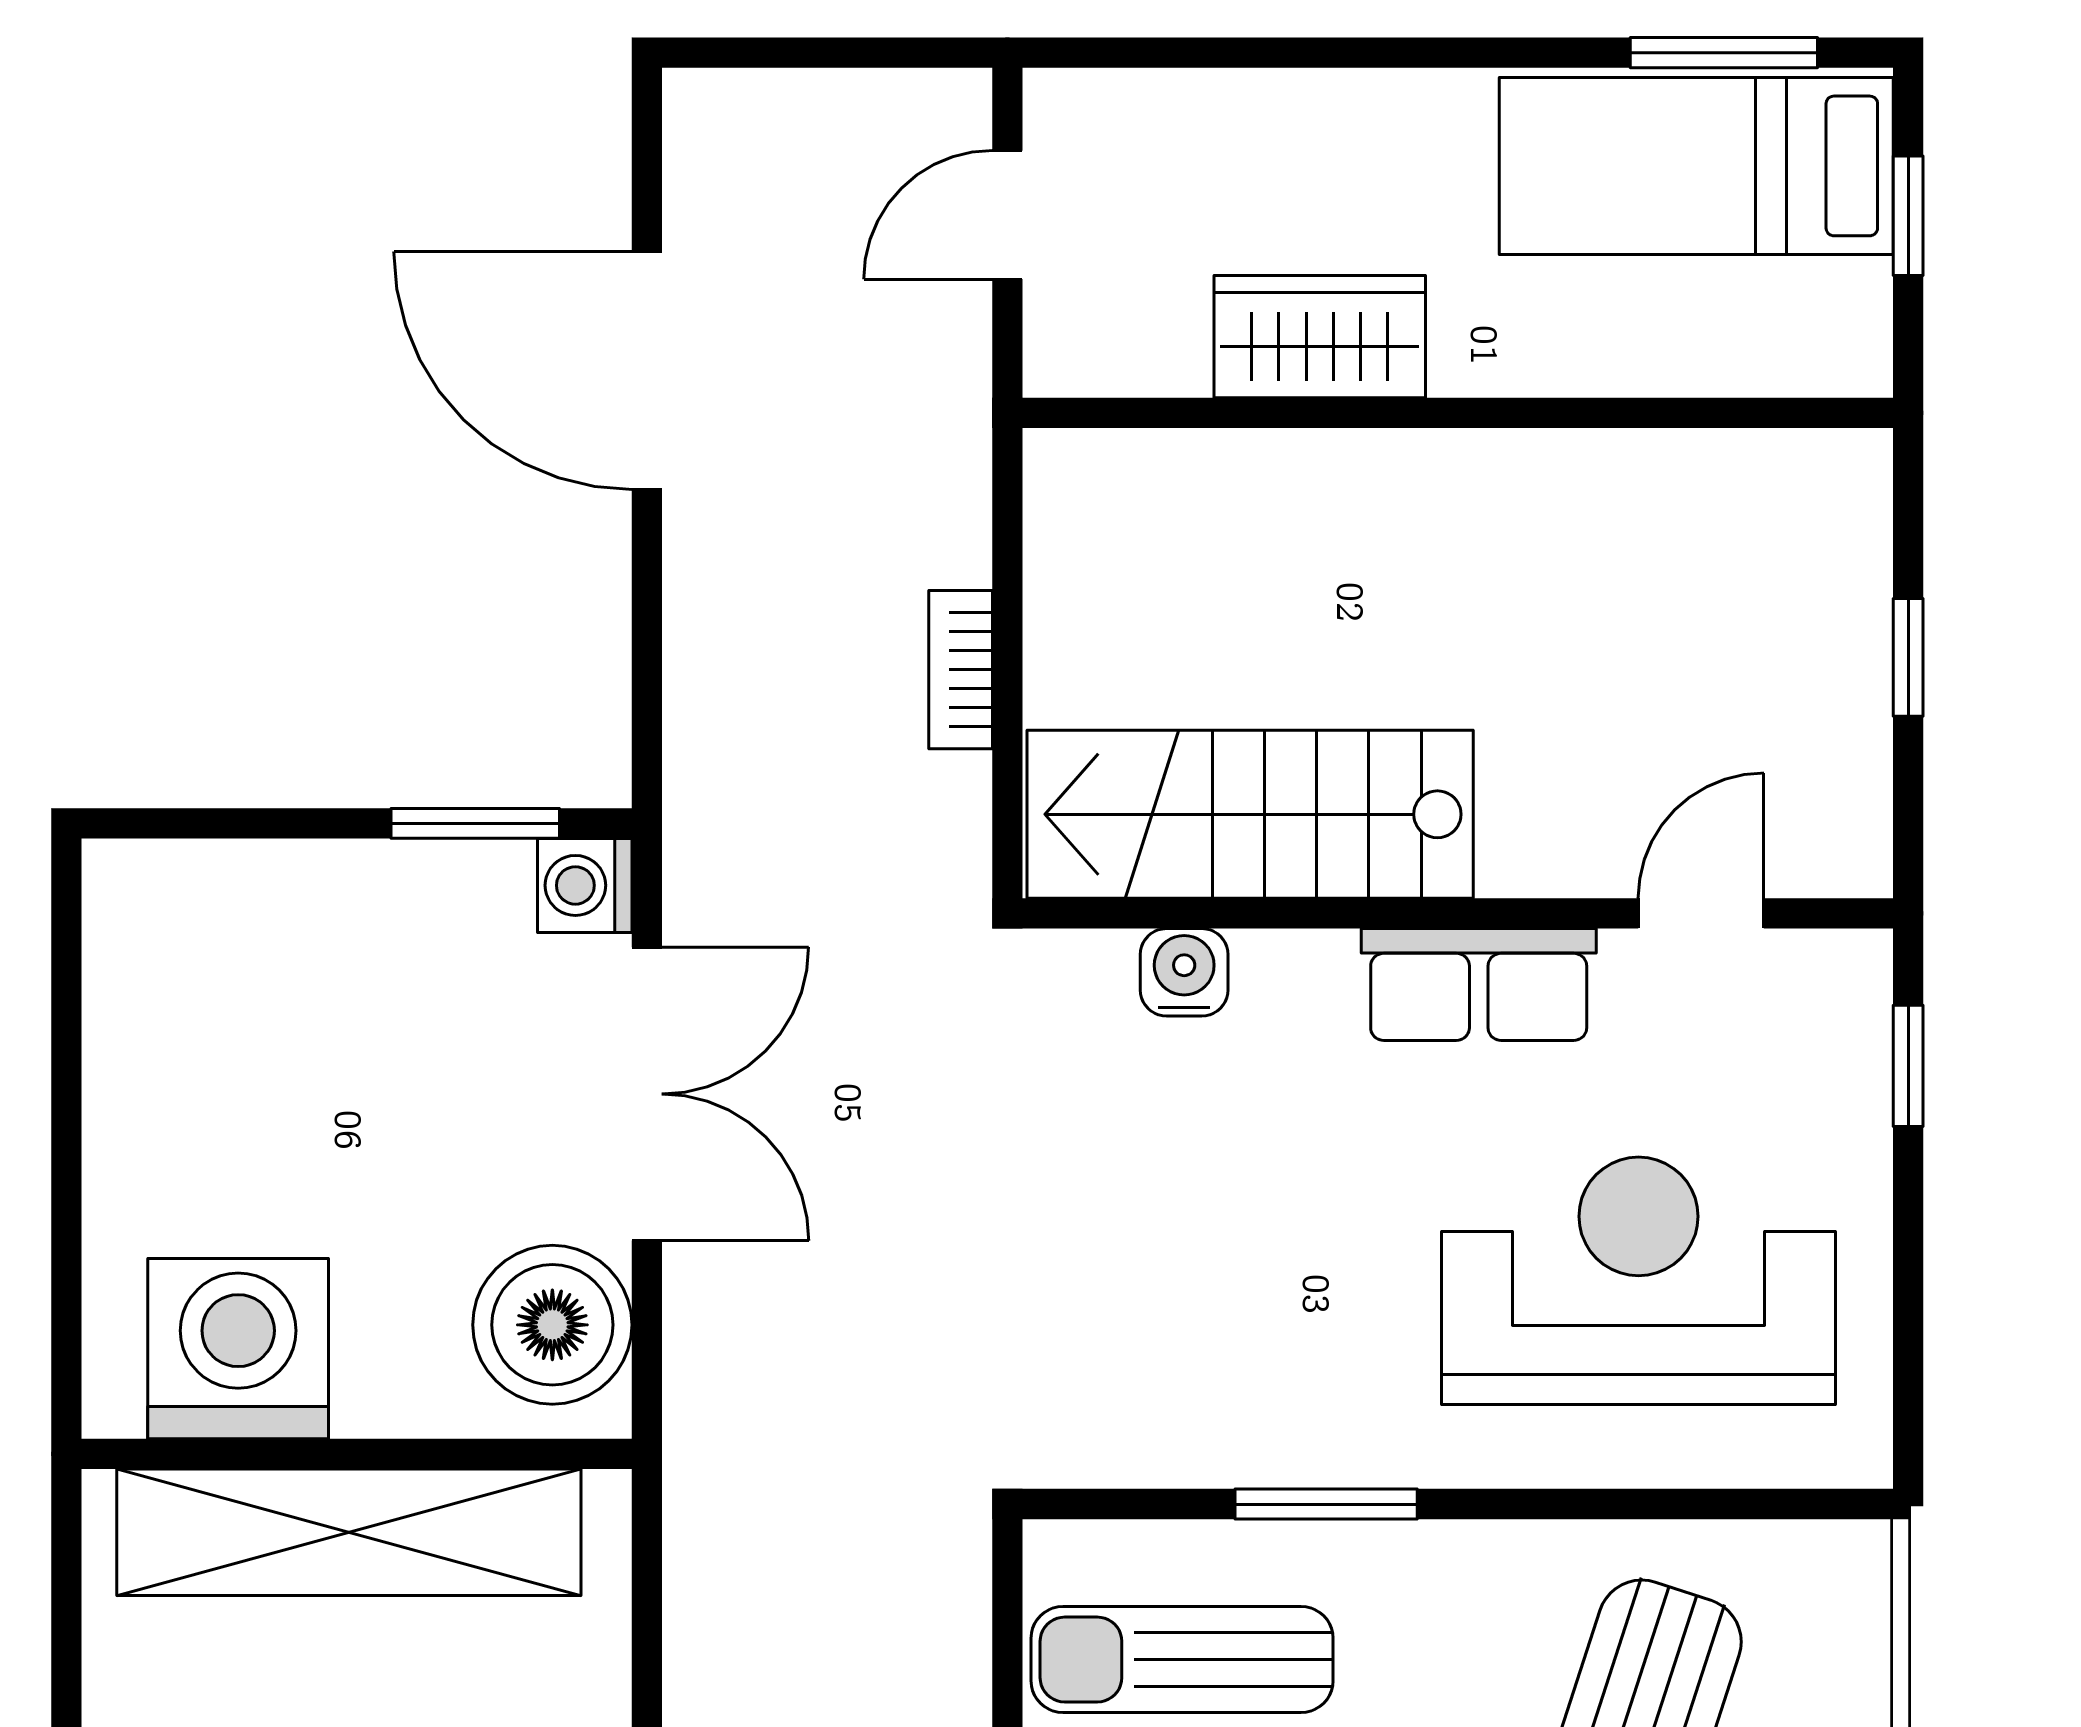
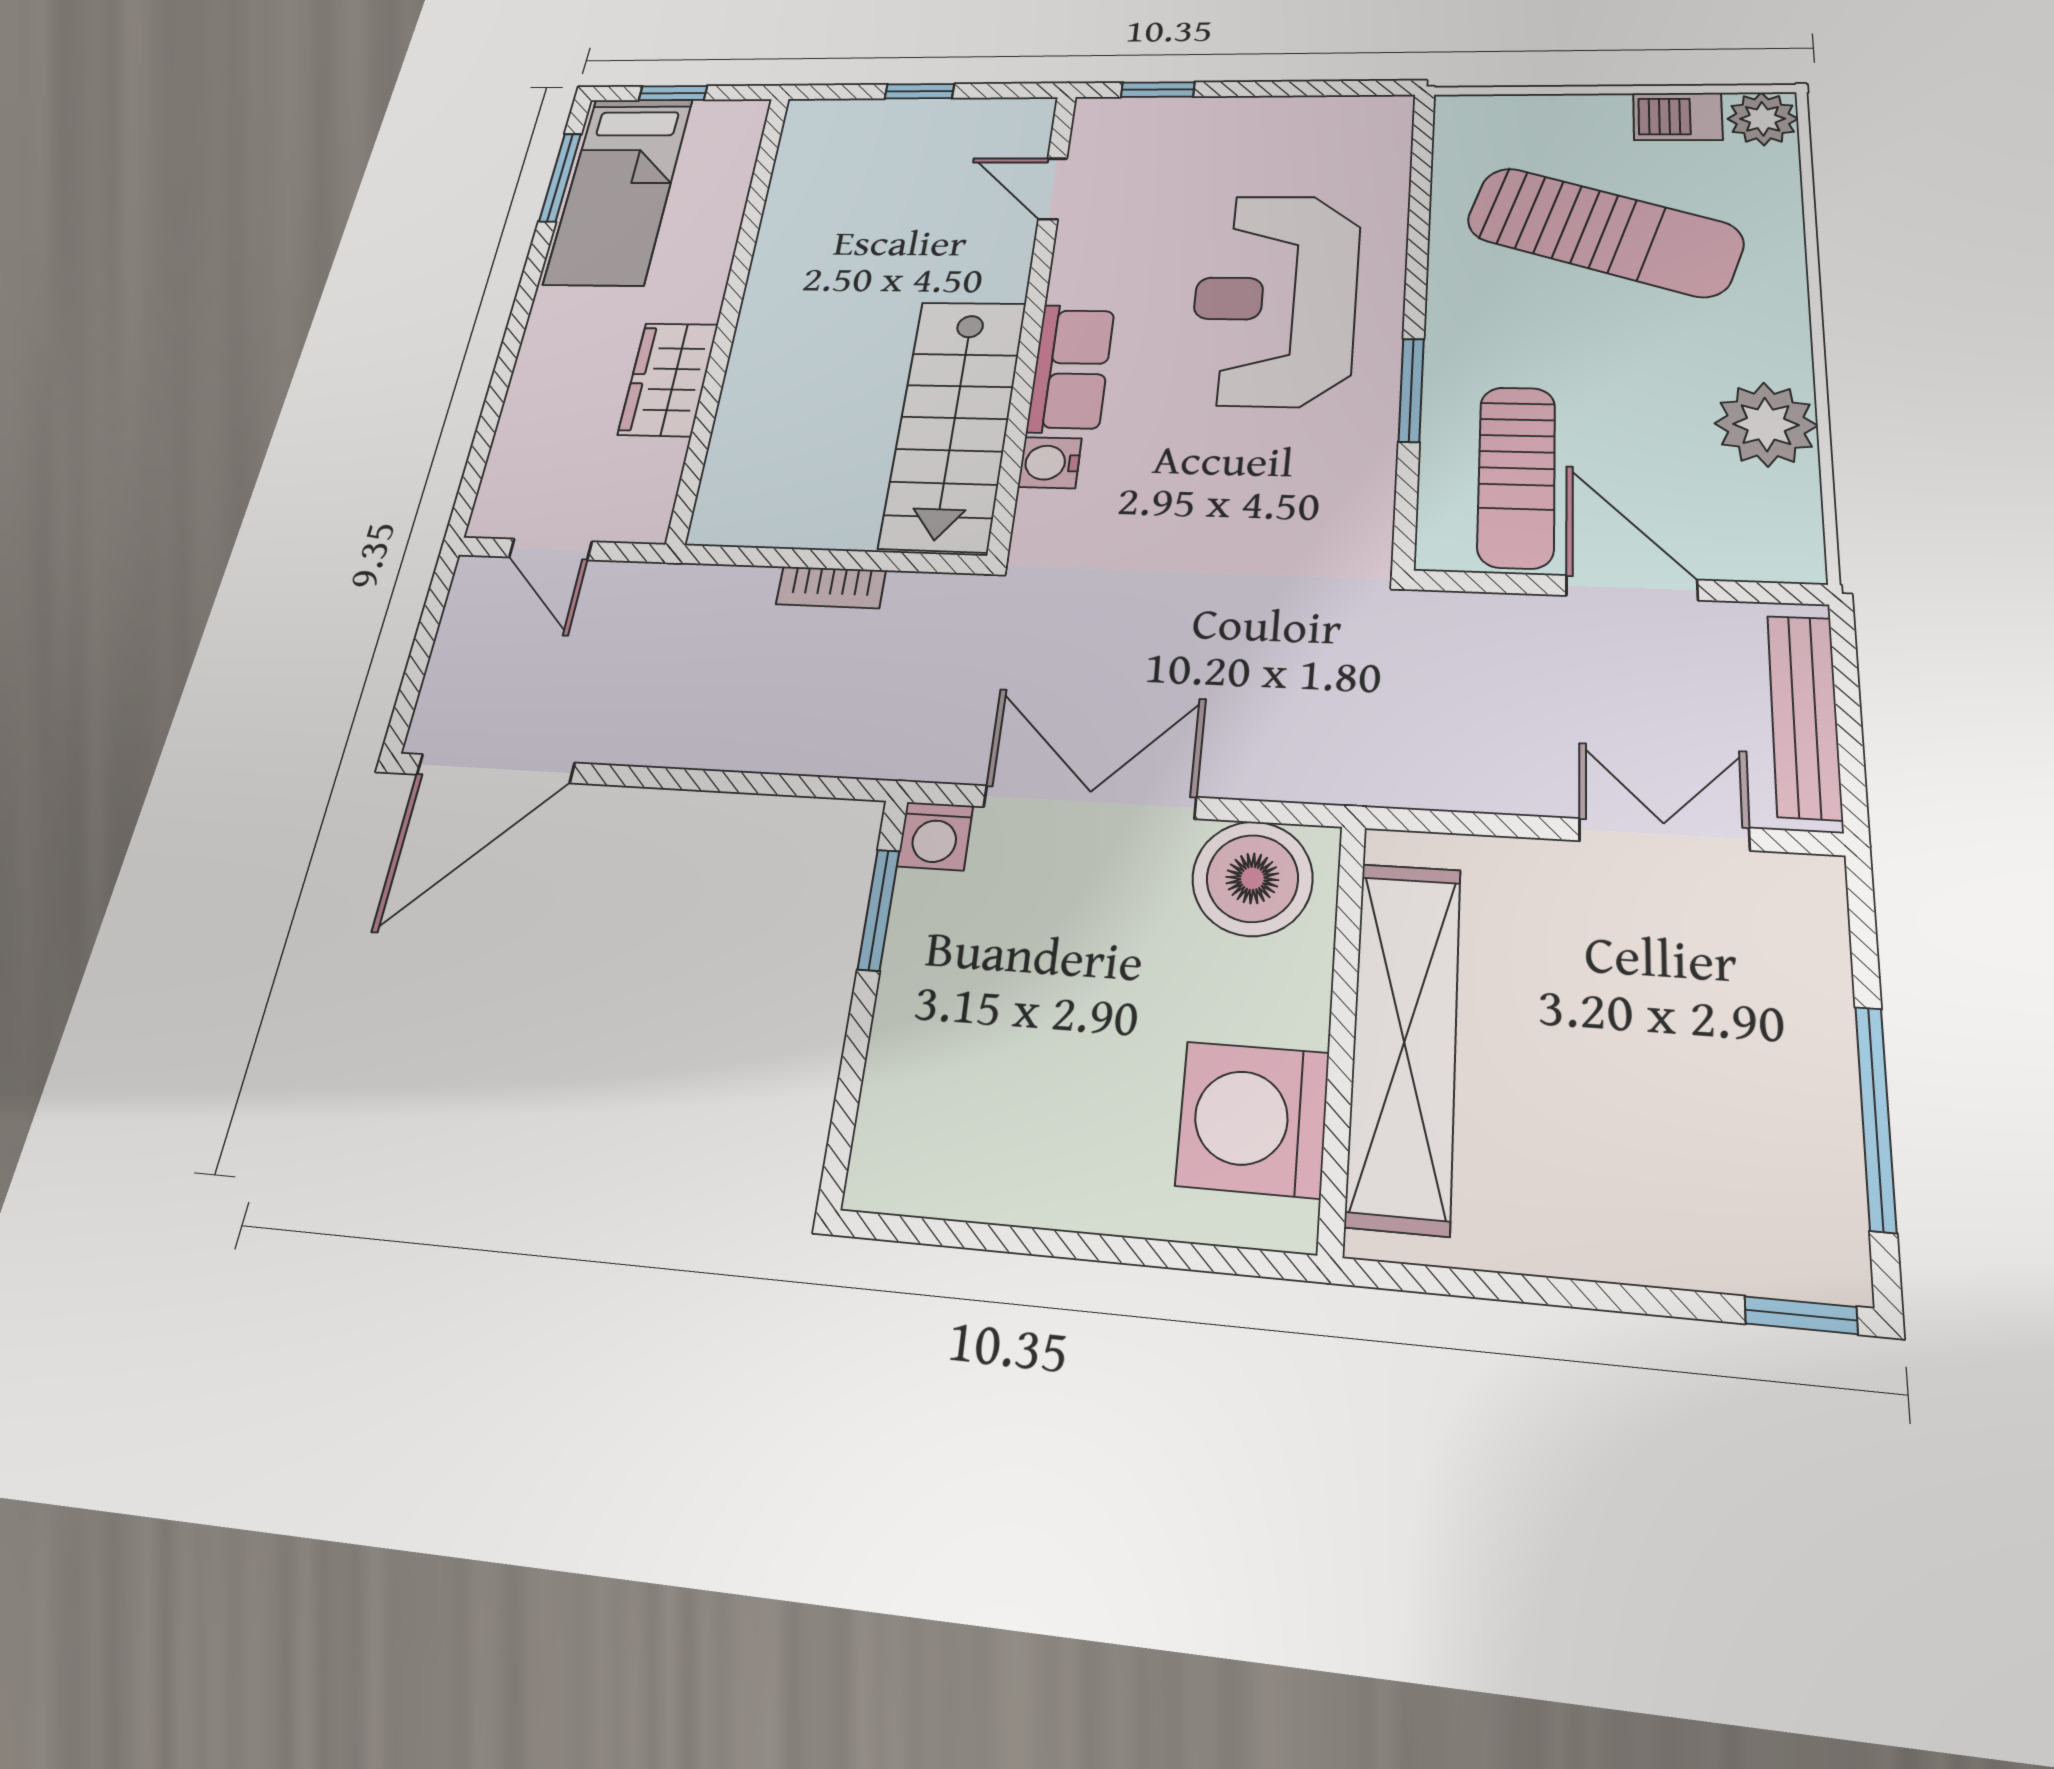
door: (647, 371) -> (495, 769), moved
row of seats: (1479, 985) -> (1071, 369), moved
reception desk: (1638, 1281) -> (1275, 299), moved

